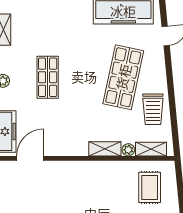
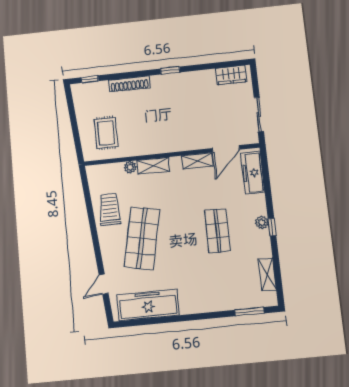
shelving: (151, 149) -> (197, 161), moved

